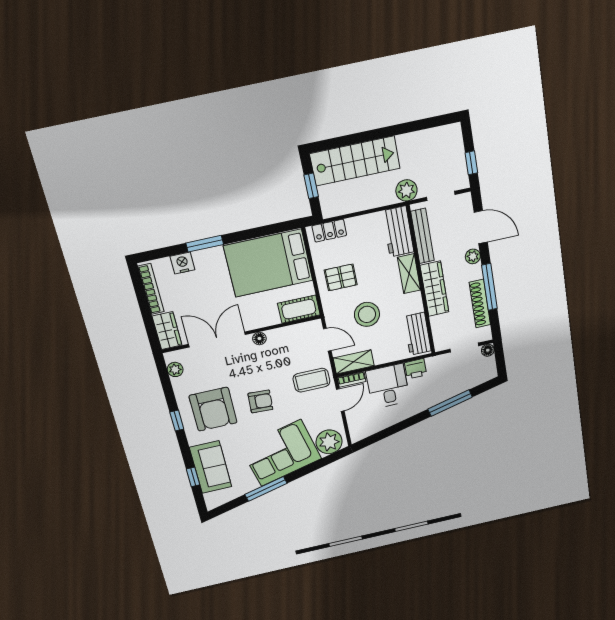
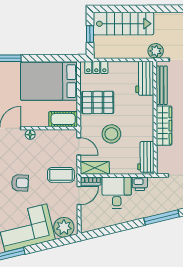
shelving: (409, 274) -> (147, 110), removed
pallet: (341, 277) -> (98, 102), width x1.50, depth x1.42

